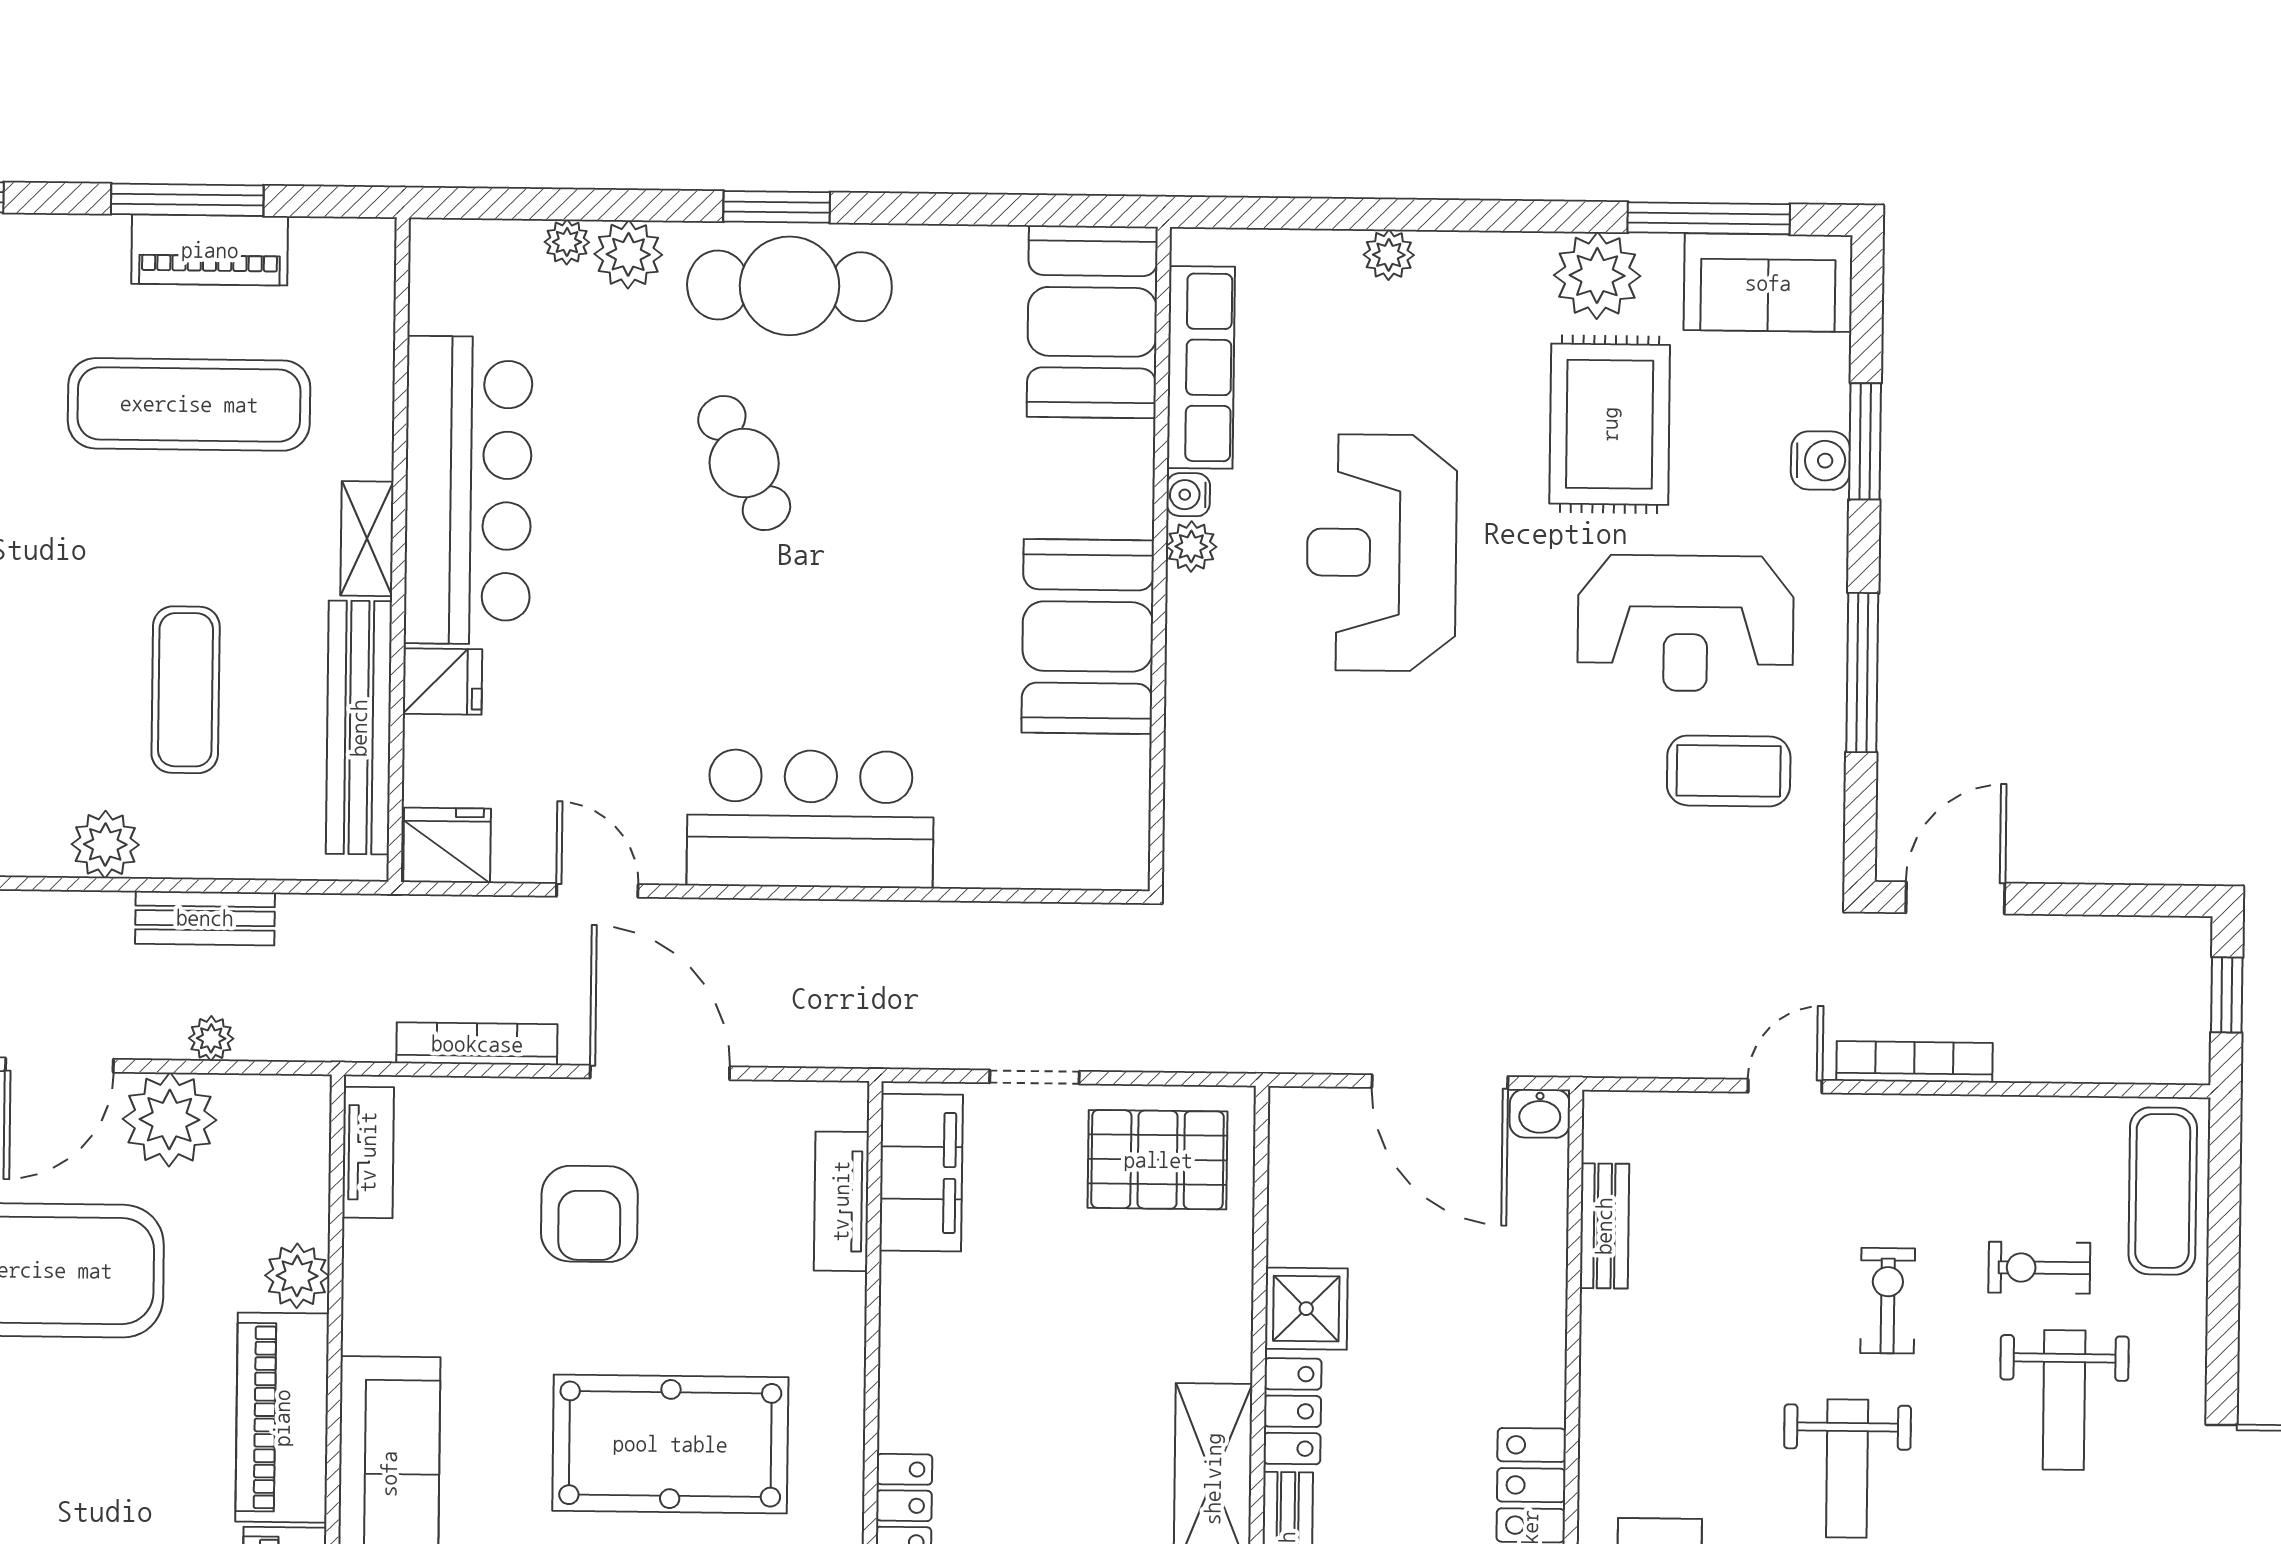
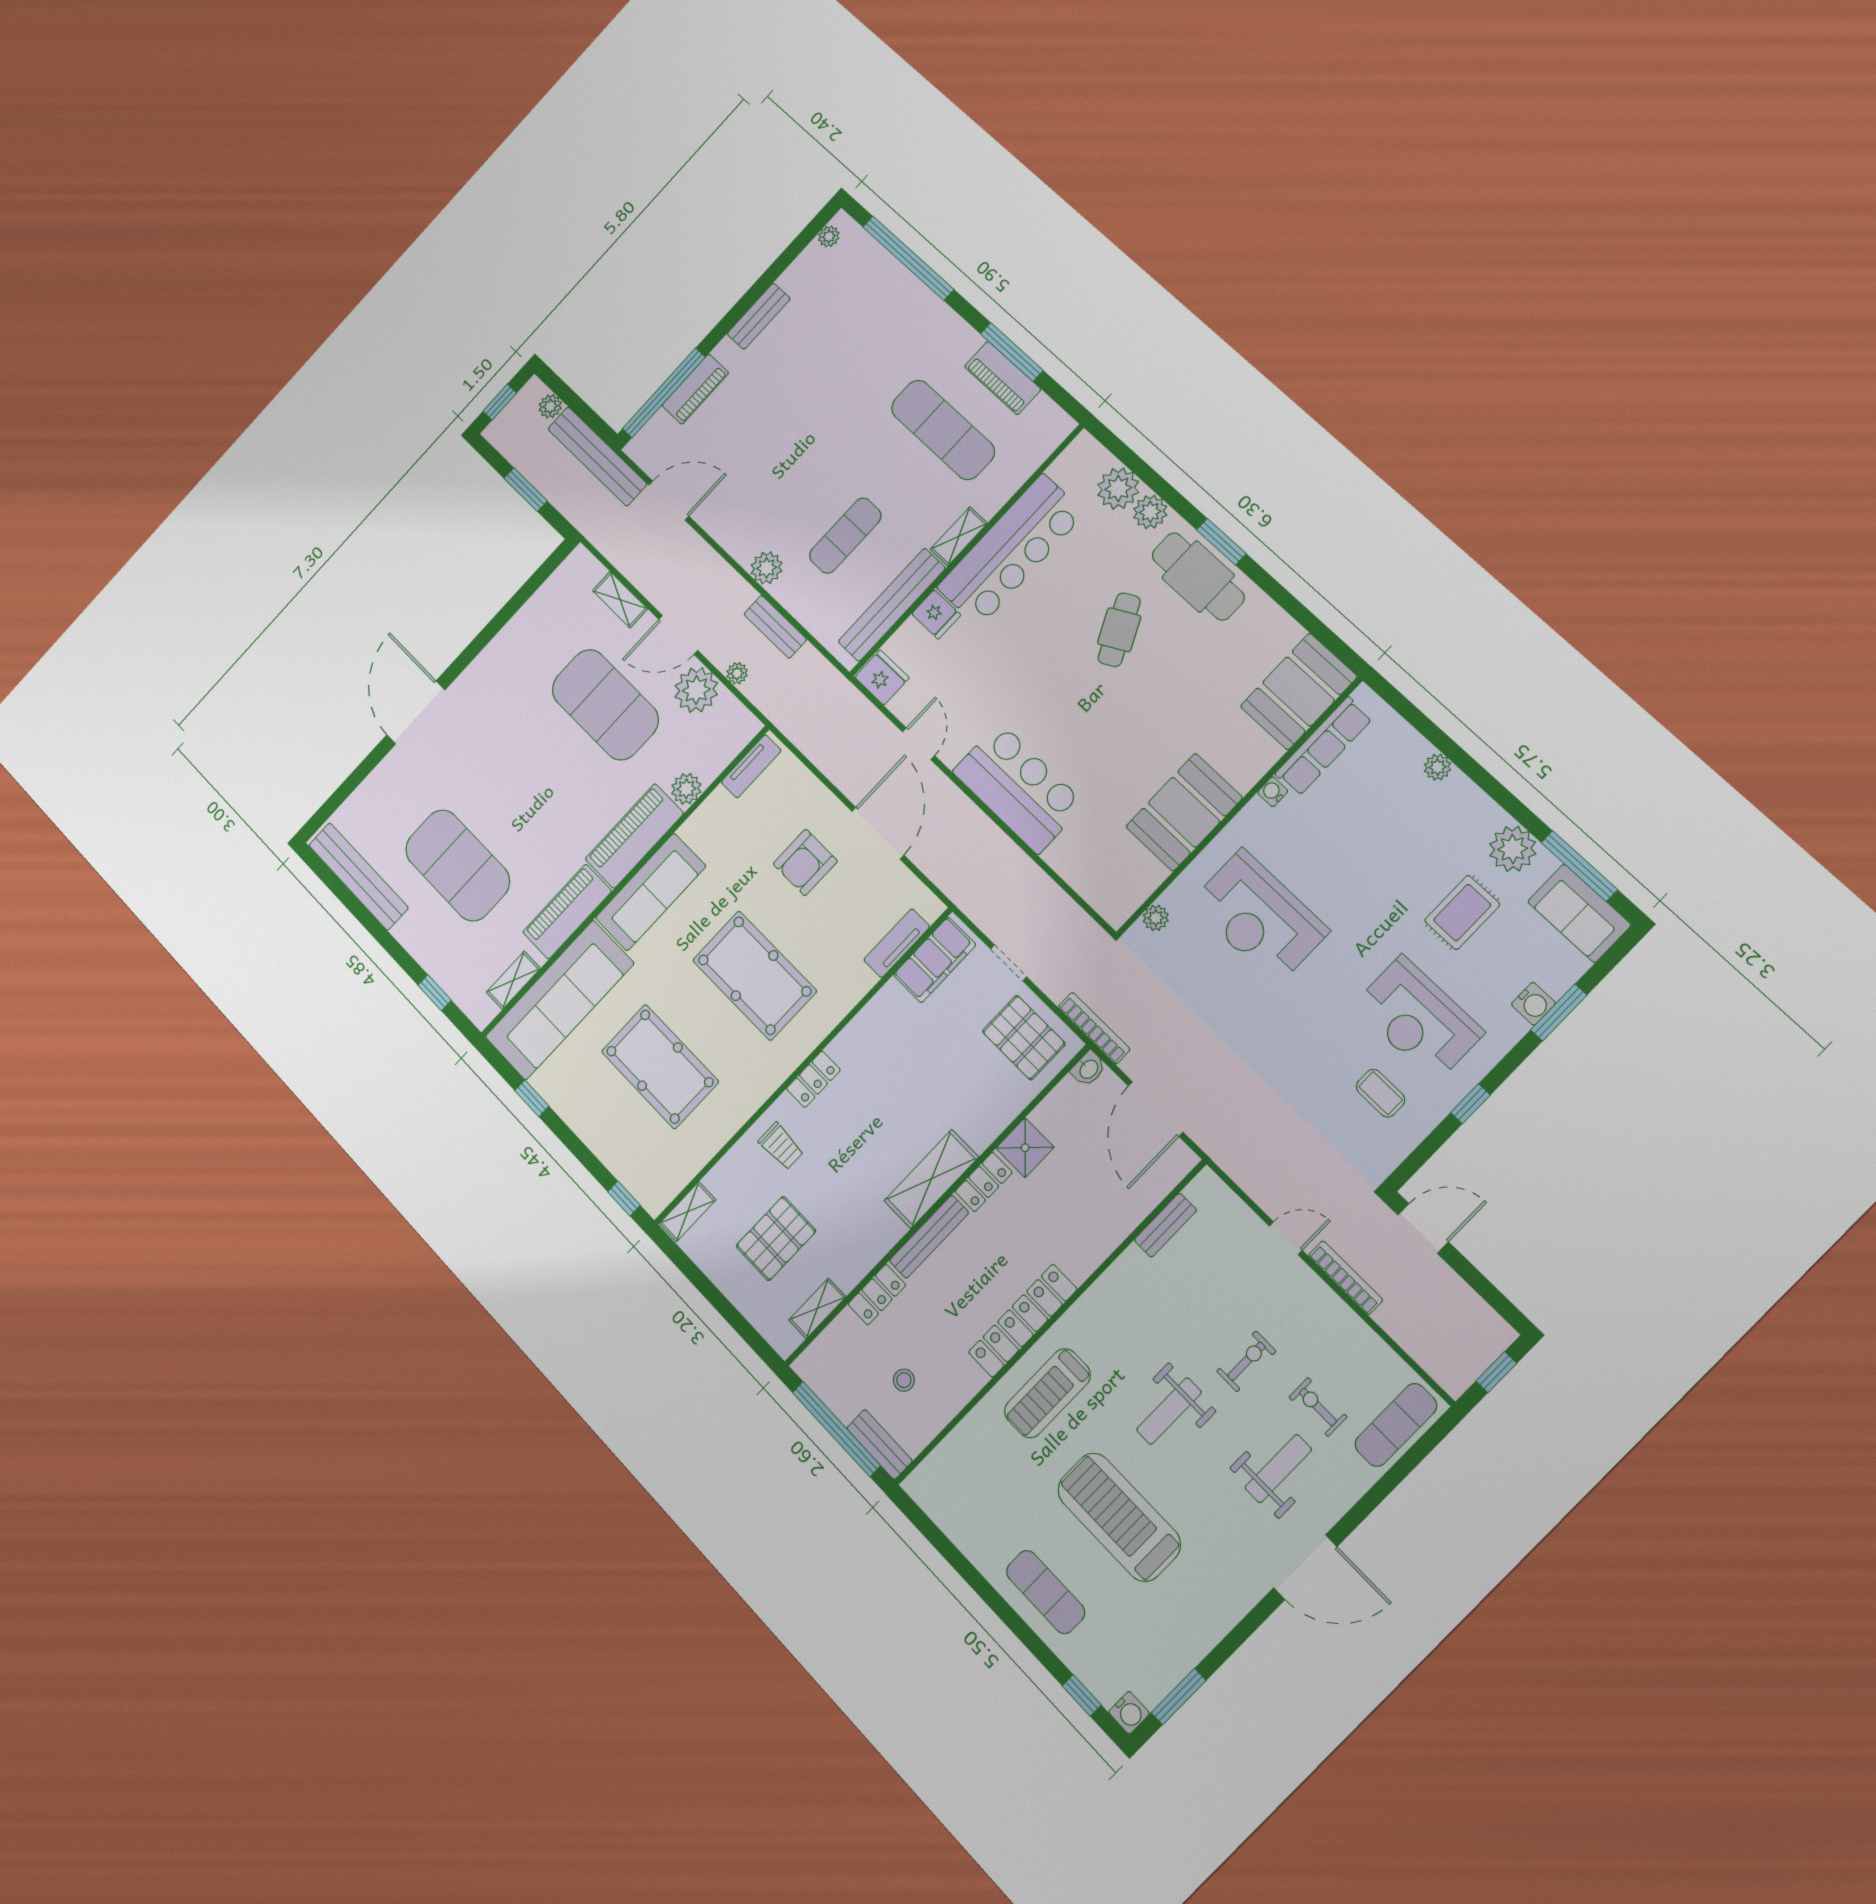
plant: (567, 242) -> (1118, 488), width x1.87, depth x1.87
rug: (1610, 424) -> (1462, 913), width x0.73, depth x0.70
plant: (1191, 546) -> (1156, 918), moved
reception desk: (1382, 553) -> (1259, 917), moved, turned -90
window: (1862, 673) -> (1470, 1104), width x0.46
coffee table: (1729, 771) -> (1380, 1093), width x0.73, depth x0.77
bookcase: (477, 1044) -> (1094, 1028), moved
washbasin: (1540, 1113) -> (1088, 1069), moved, turned -90
weight bench: (2064, 1400) -> (1278, 1469), turned 180

